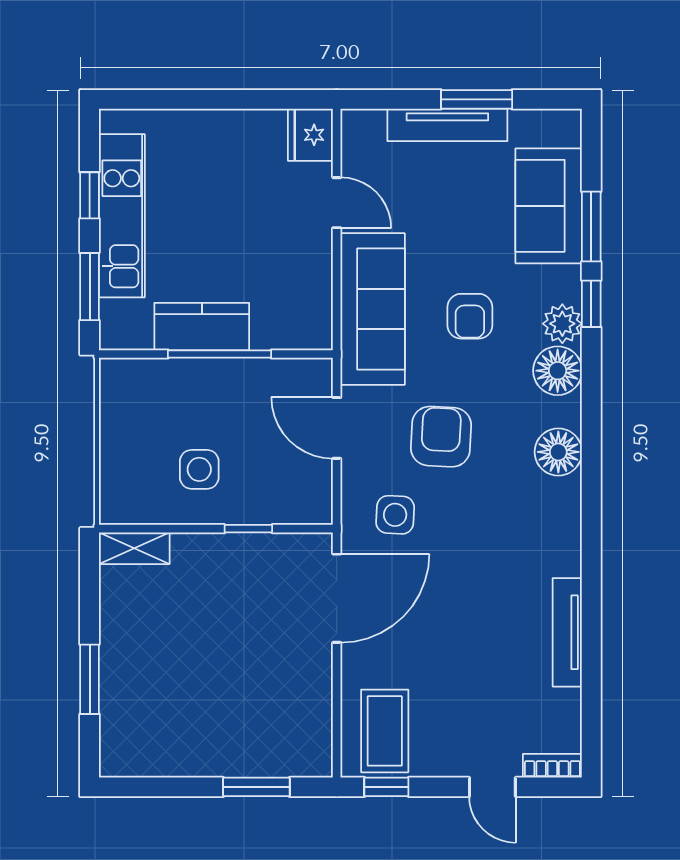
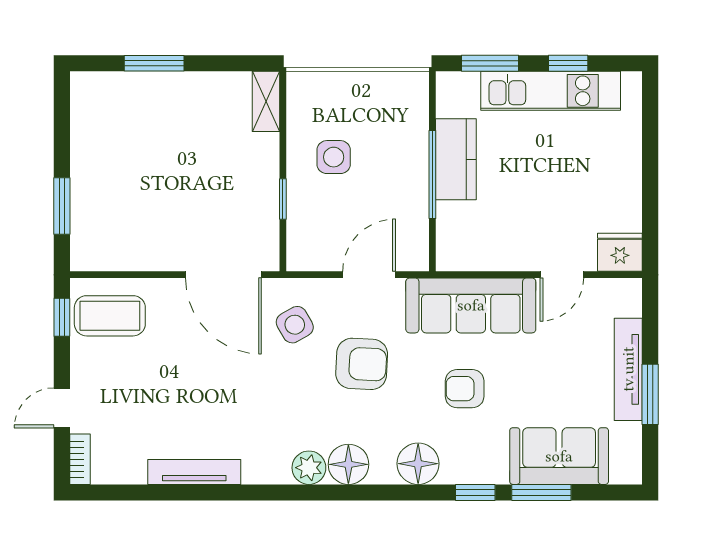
plant: (562, 324) -> (309, 468), moved
side table: (395, 515) -> (295, 325), turned -33

